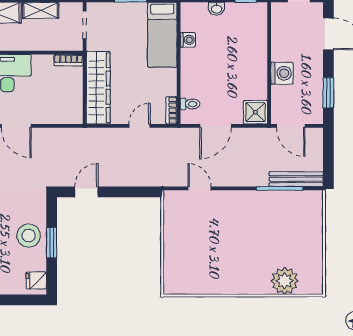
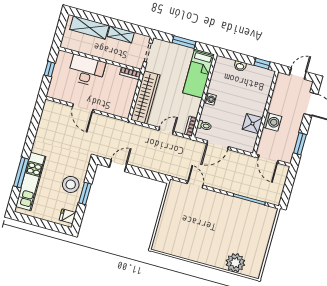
washing machine: (188, 40) -> (210, 99), moved
shower: (255, 112) -> (253, 124), moved
bench: (296, 179) -> (262, 196), removed

